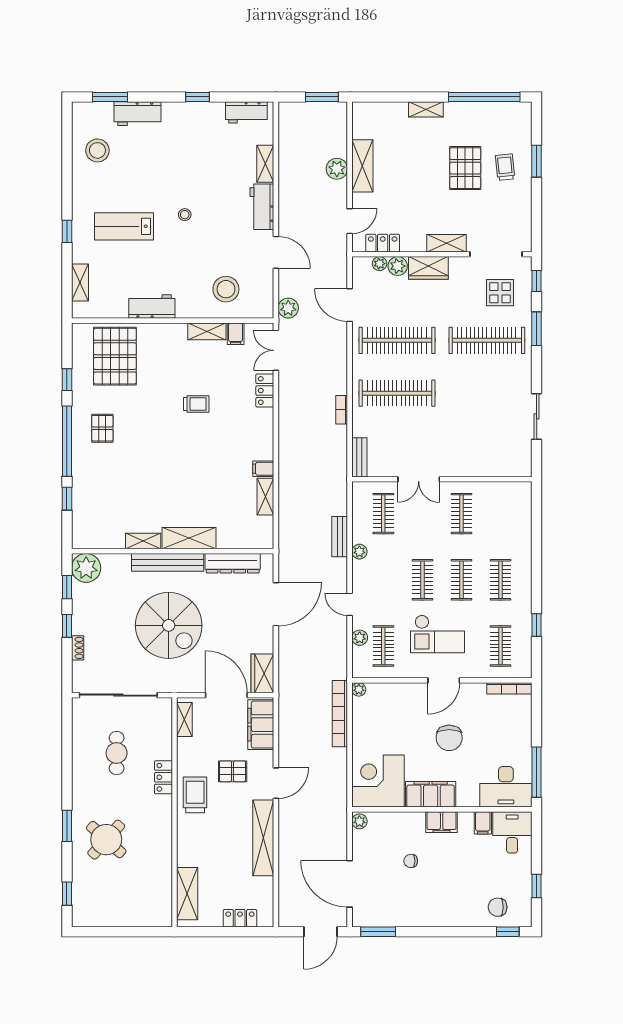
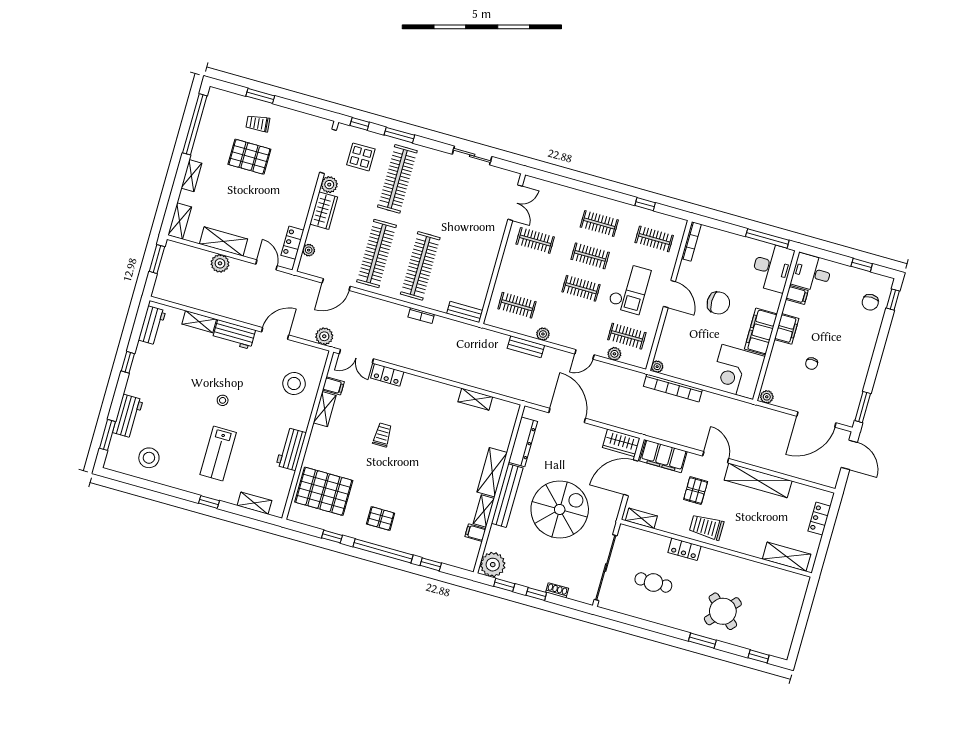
shelving: (446, 243) -> (180, 221), moved
plant: (398, 266) -> (329, 185), moved
filing cabinet: (263, 469) -> (475, 533), moved, turned 90
double door: (419, 479) -> (515, 203), moved

